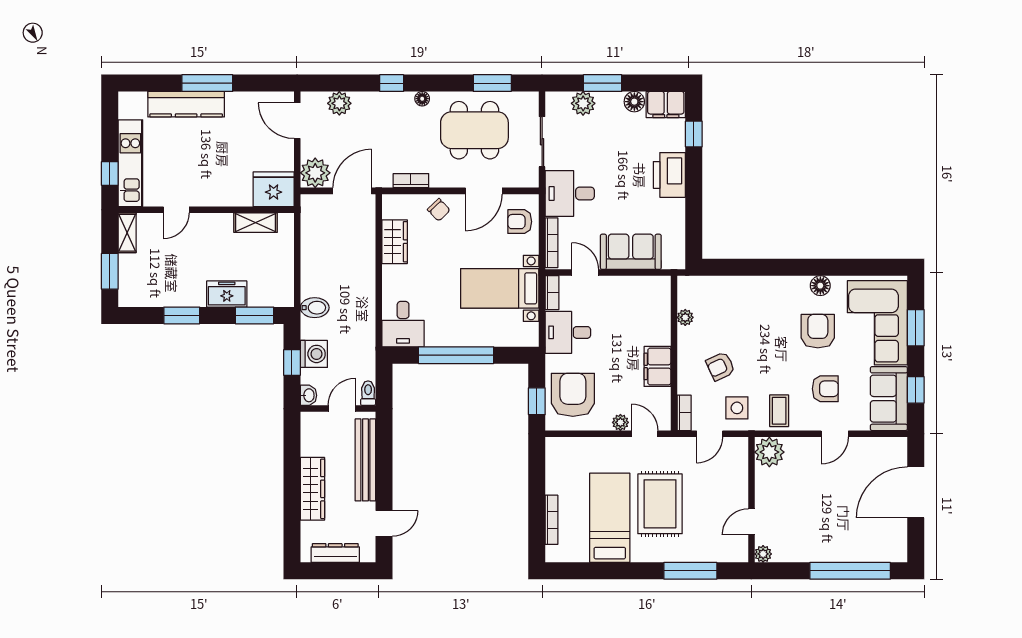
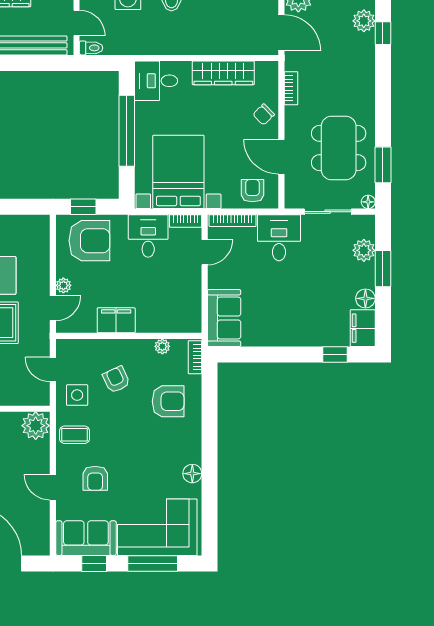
window: (392, 83) -> (383, 33), moved
floor lamp: (422, 99) -> (368, 202), moved
printer: (669, 175) -> (296, 332), removed
wardrobe: (395, 242) -> (223, 73), width x1.50
sofa: (631, 252) -> (224, 318), moved
bed with nightstands: (500, 288) -> (178, 172), width x1.36
window: (916, 328) -> (153, 563), width x1.44
armchair: (818, 331) -> (168, 401), moved
bookcase: (684, 413) -> (195, 357), moved, turned 90

